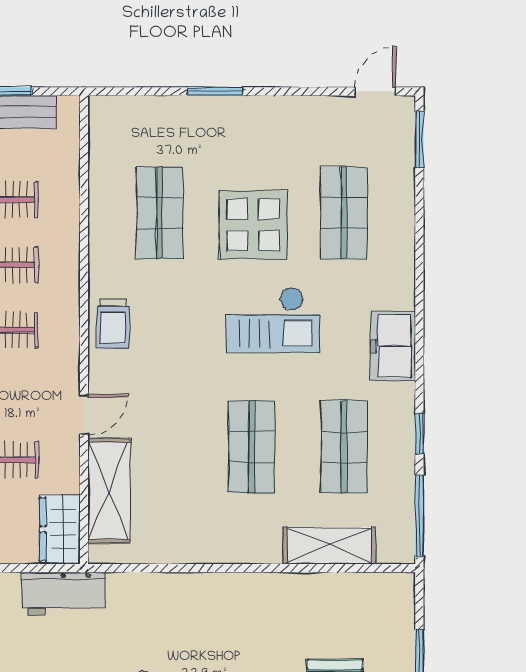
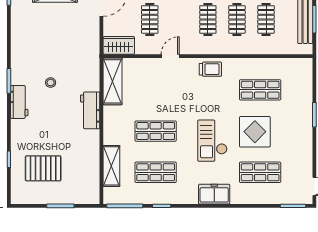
trolley: (113, 324) -> (210, 69), turned 180
freezer: (393, 346) -> (214, 194), moved
door: (84, 414) -> (170, 56), swing flipped
shelving: (109, 491) -> (113, 81), moved, turned 90
workbench: (63, 593) -> (90, 110), moved

